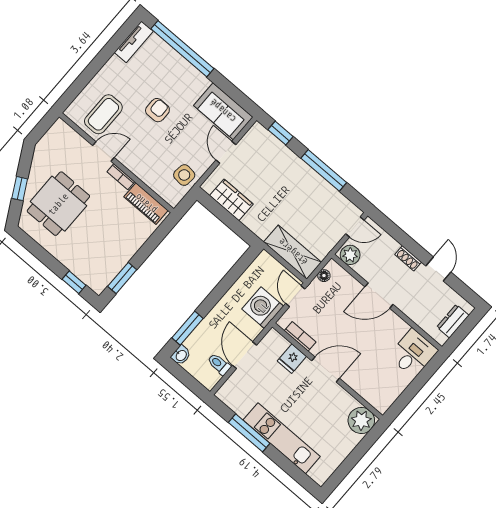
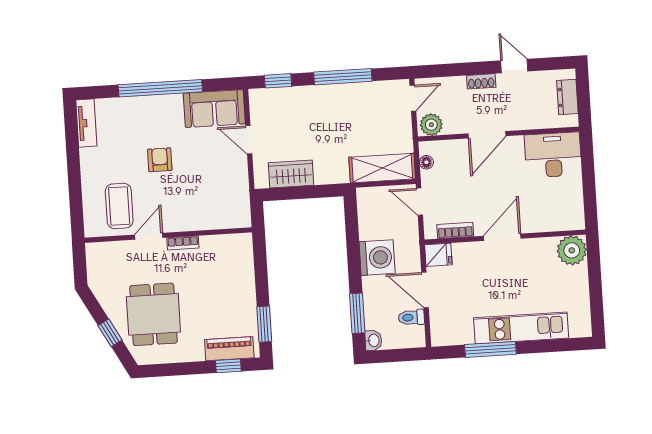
window: (182, 49) -> (160, 88), moved
side table: (184, 175) -> (233, 191), removed
piano: (146, 204) -> (229, 349), moved, turned 180
washing machine: (263, 308) -> (377, 258), moved, turned 180
desk: (413, 353) -> (553, 155), width x1.37
fridge: (292, 359) -> (438, 255), moved, turned -90

